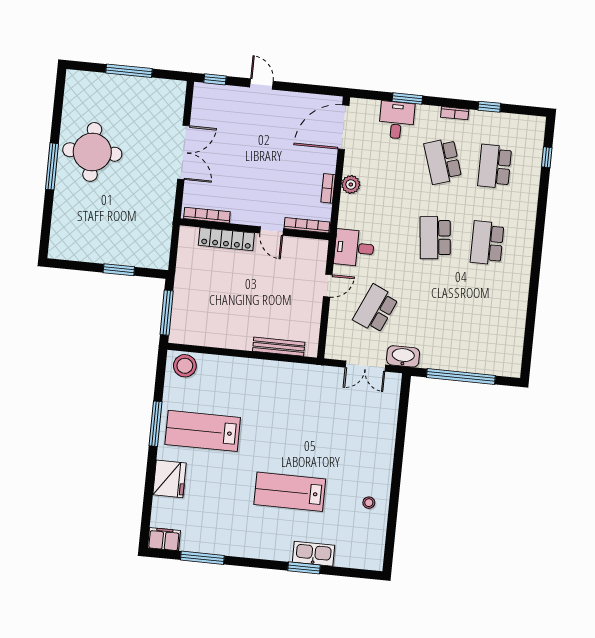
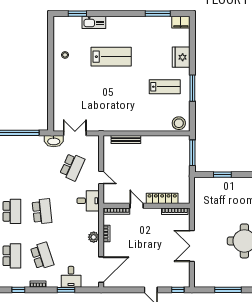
door: (328, 286) -> (101, 178), swing flipped
lab bench: (203, 431) -> (165, 87), width x0.73, depth x0.72
window: (304, 568) -> (77, 14), moved

